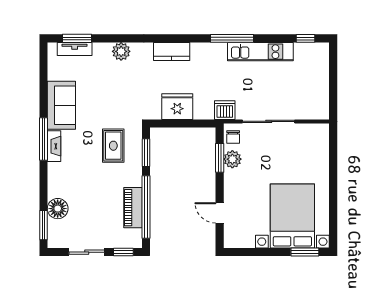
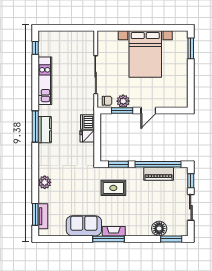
window: (232, 38) -> (35, 126), moved
kitchen counter: (172, 51) -> (45, 130), moved
fridge: (177, 107) -> (87, 136), width x0.53, depth x0.75
dishwasher: (225, 110) -> (87, 122), moved
door: (220, 213) -> (148, 111), moved
bed with nightstands: (292, 216) -> (145, 54), moved, turned -90

